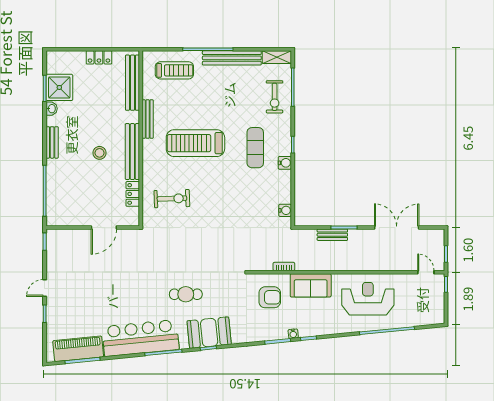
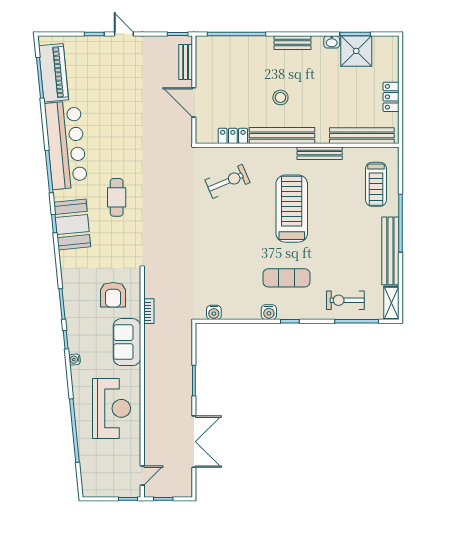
exercise bike: (172, 199) -> (227, 181), turned -111
bench: (332, 235) -> (186, 62), moved
water cooler: (293, 334) -> (75, 360), moved

